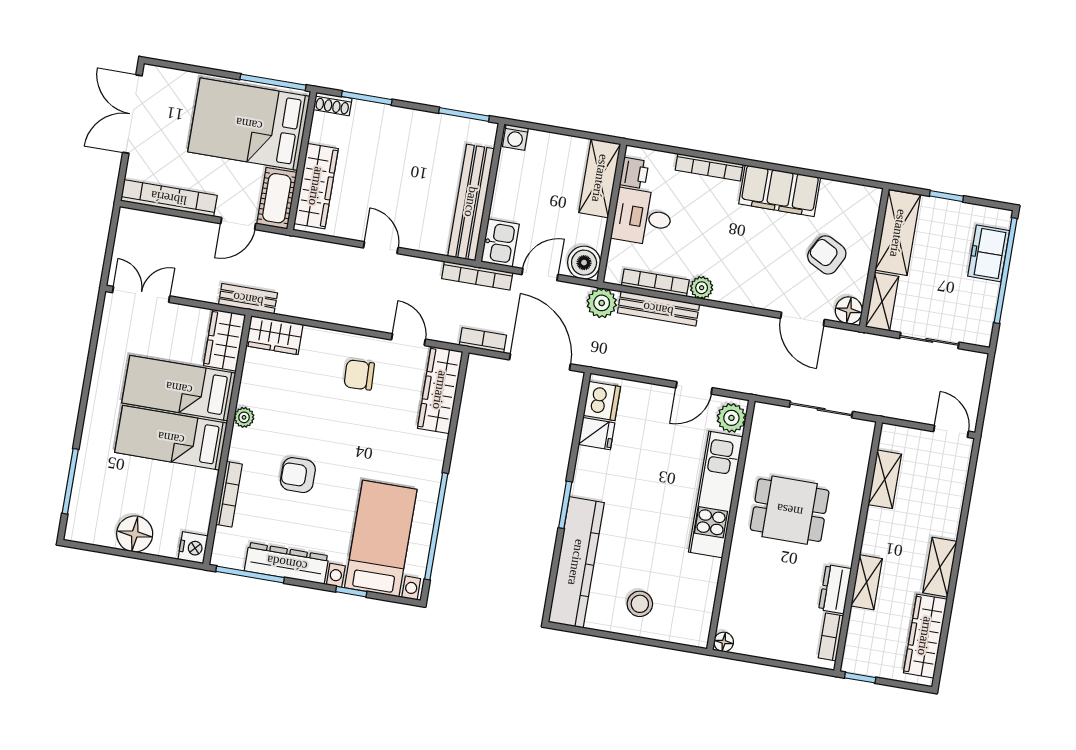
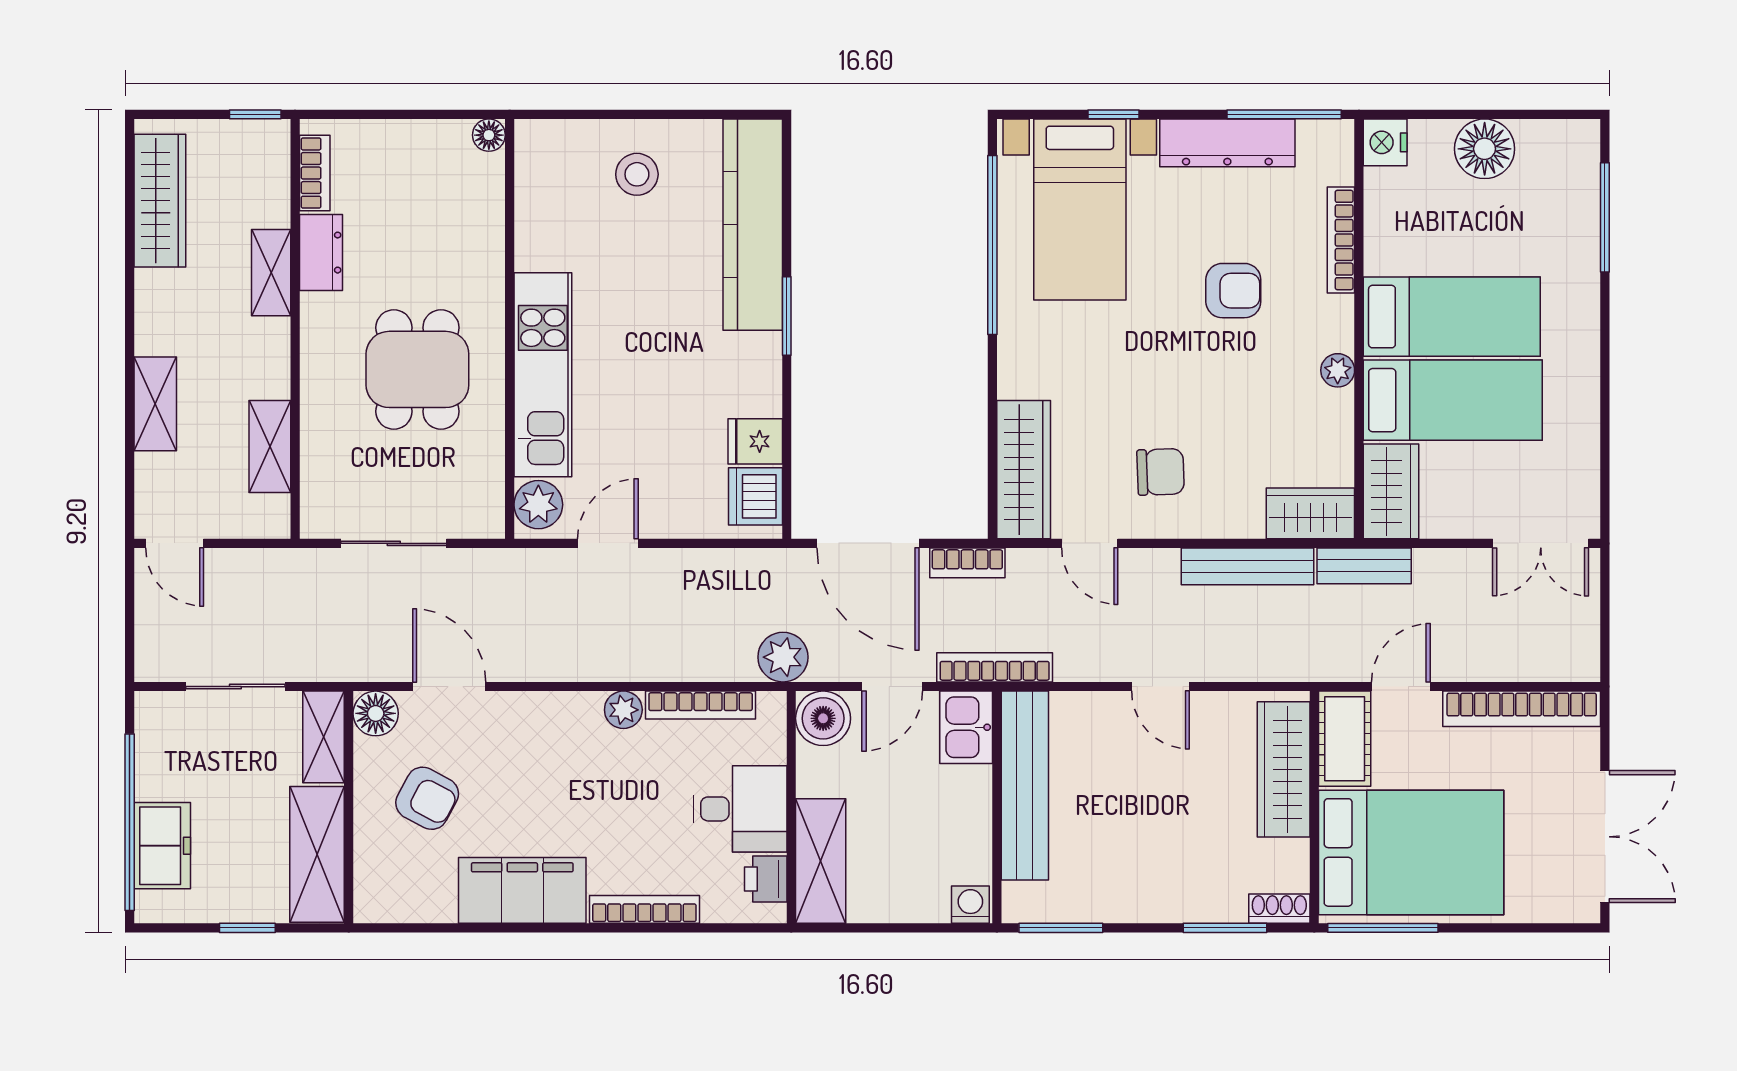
bench: (658, 309) -> (1247, 566), moved
dining table: (790, 510) -> (417, 369), turned 90
shelving: (940, 567) -> (155, 404), moved

